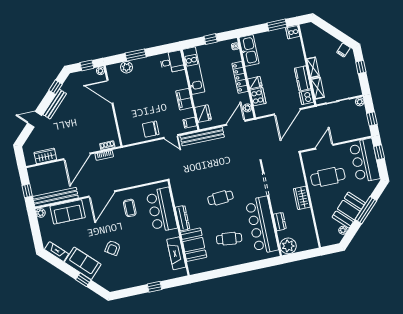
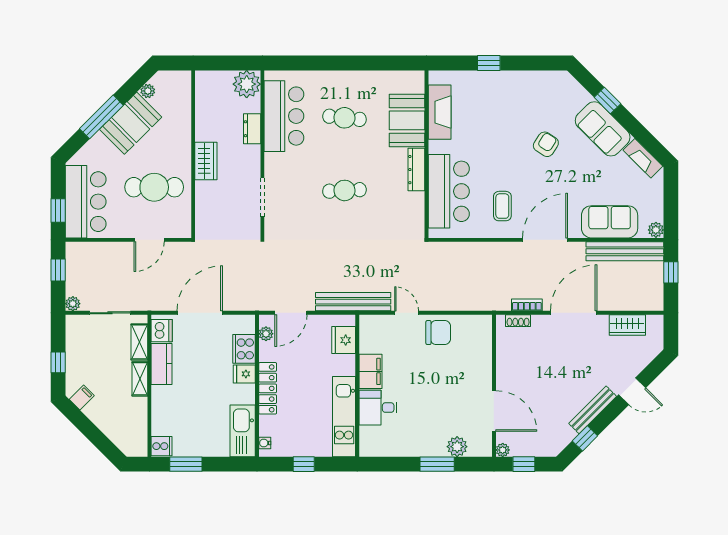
desk: (172, 62) -> (378, 408), moved
filing cabinet: (190, 123) -> (370, 329), removed
bar counter: (262, 225) -> (284, 116), width x0.73

